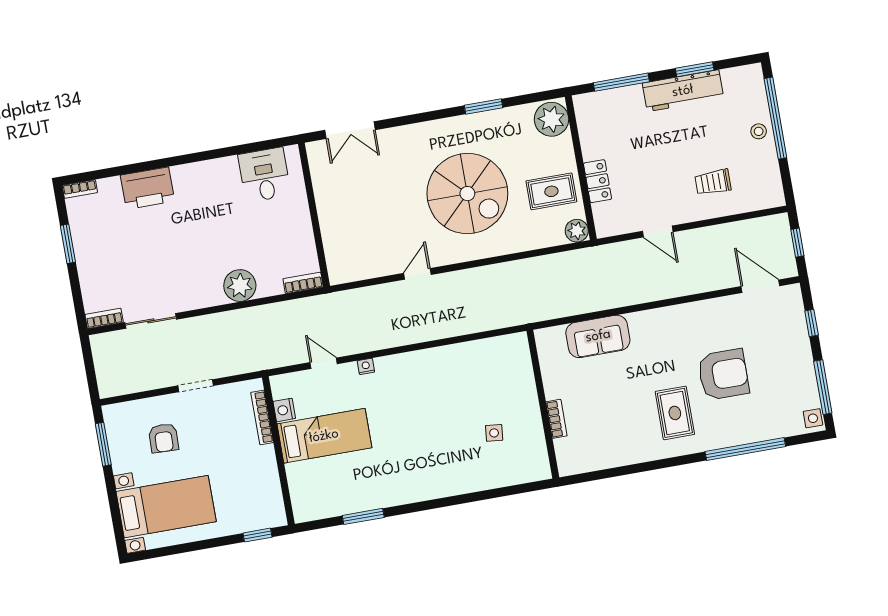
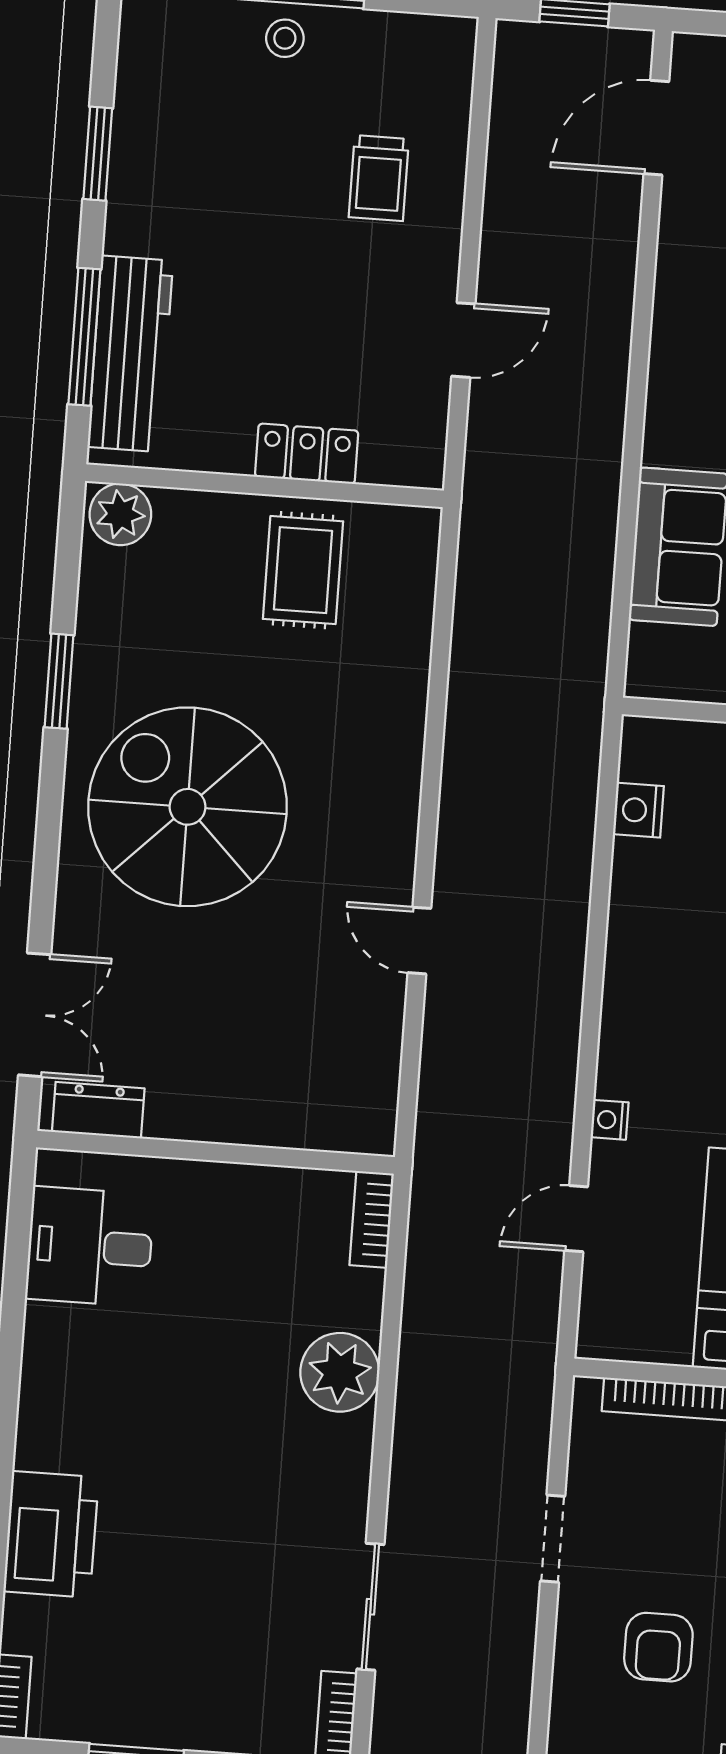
workbench: (683, 91) -> (130, 354), moved
plant: (551, 119) -> (120, 514), width x0.73, depth x0.73
dresser: (319, 165) -> (98, 1110), added
spiral stairs: (467, 194) -> (188, 807), moved, turned -90
plant: (577, 231) -> (413, 533), removed
nightstand: (284, 410) -> (638, 810), moved, turned 90
armchair: (164, 438) -> (658, 1647), turned 88

